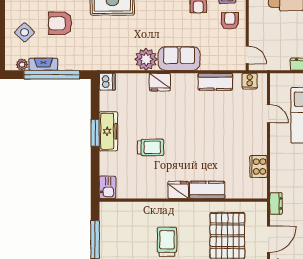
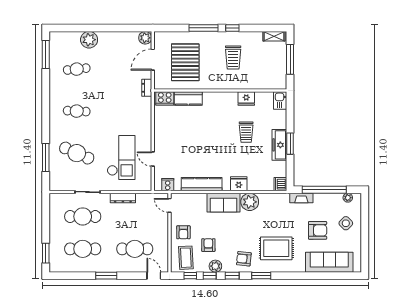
fireplace: (43, 64) -> (301, 198), moved
kitchen counter: (215, 82) -> (202, 184), width x1.50
trolley: (150, 147) -> (246, 132), turned -90
cooker: (258, 167) -> (165, 98), moved, turned 90
fridge: (178, 190) -> (246, 99), moved
kitchen counter: (207, 190) -> (188, 99), moved

